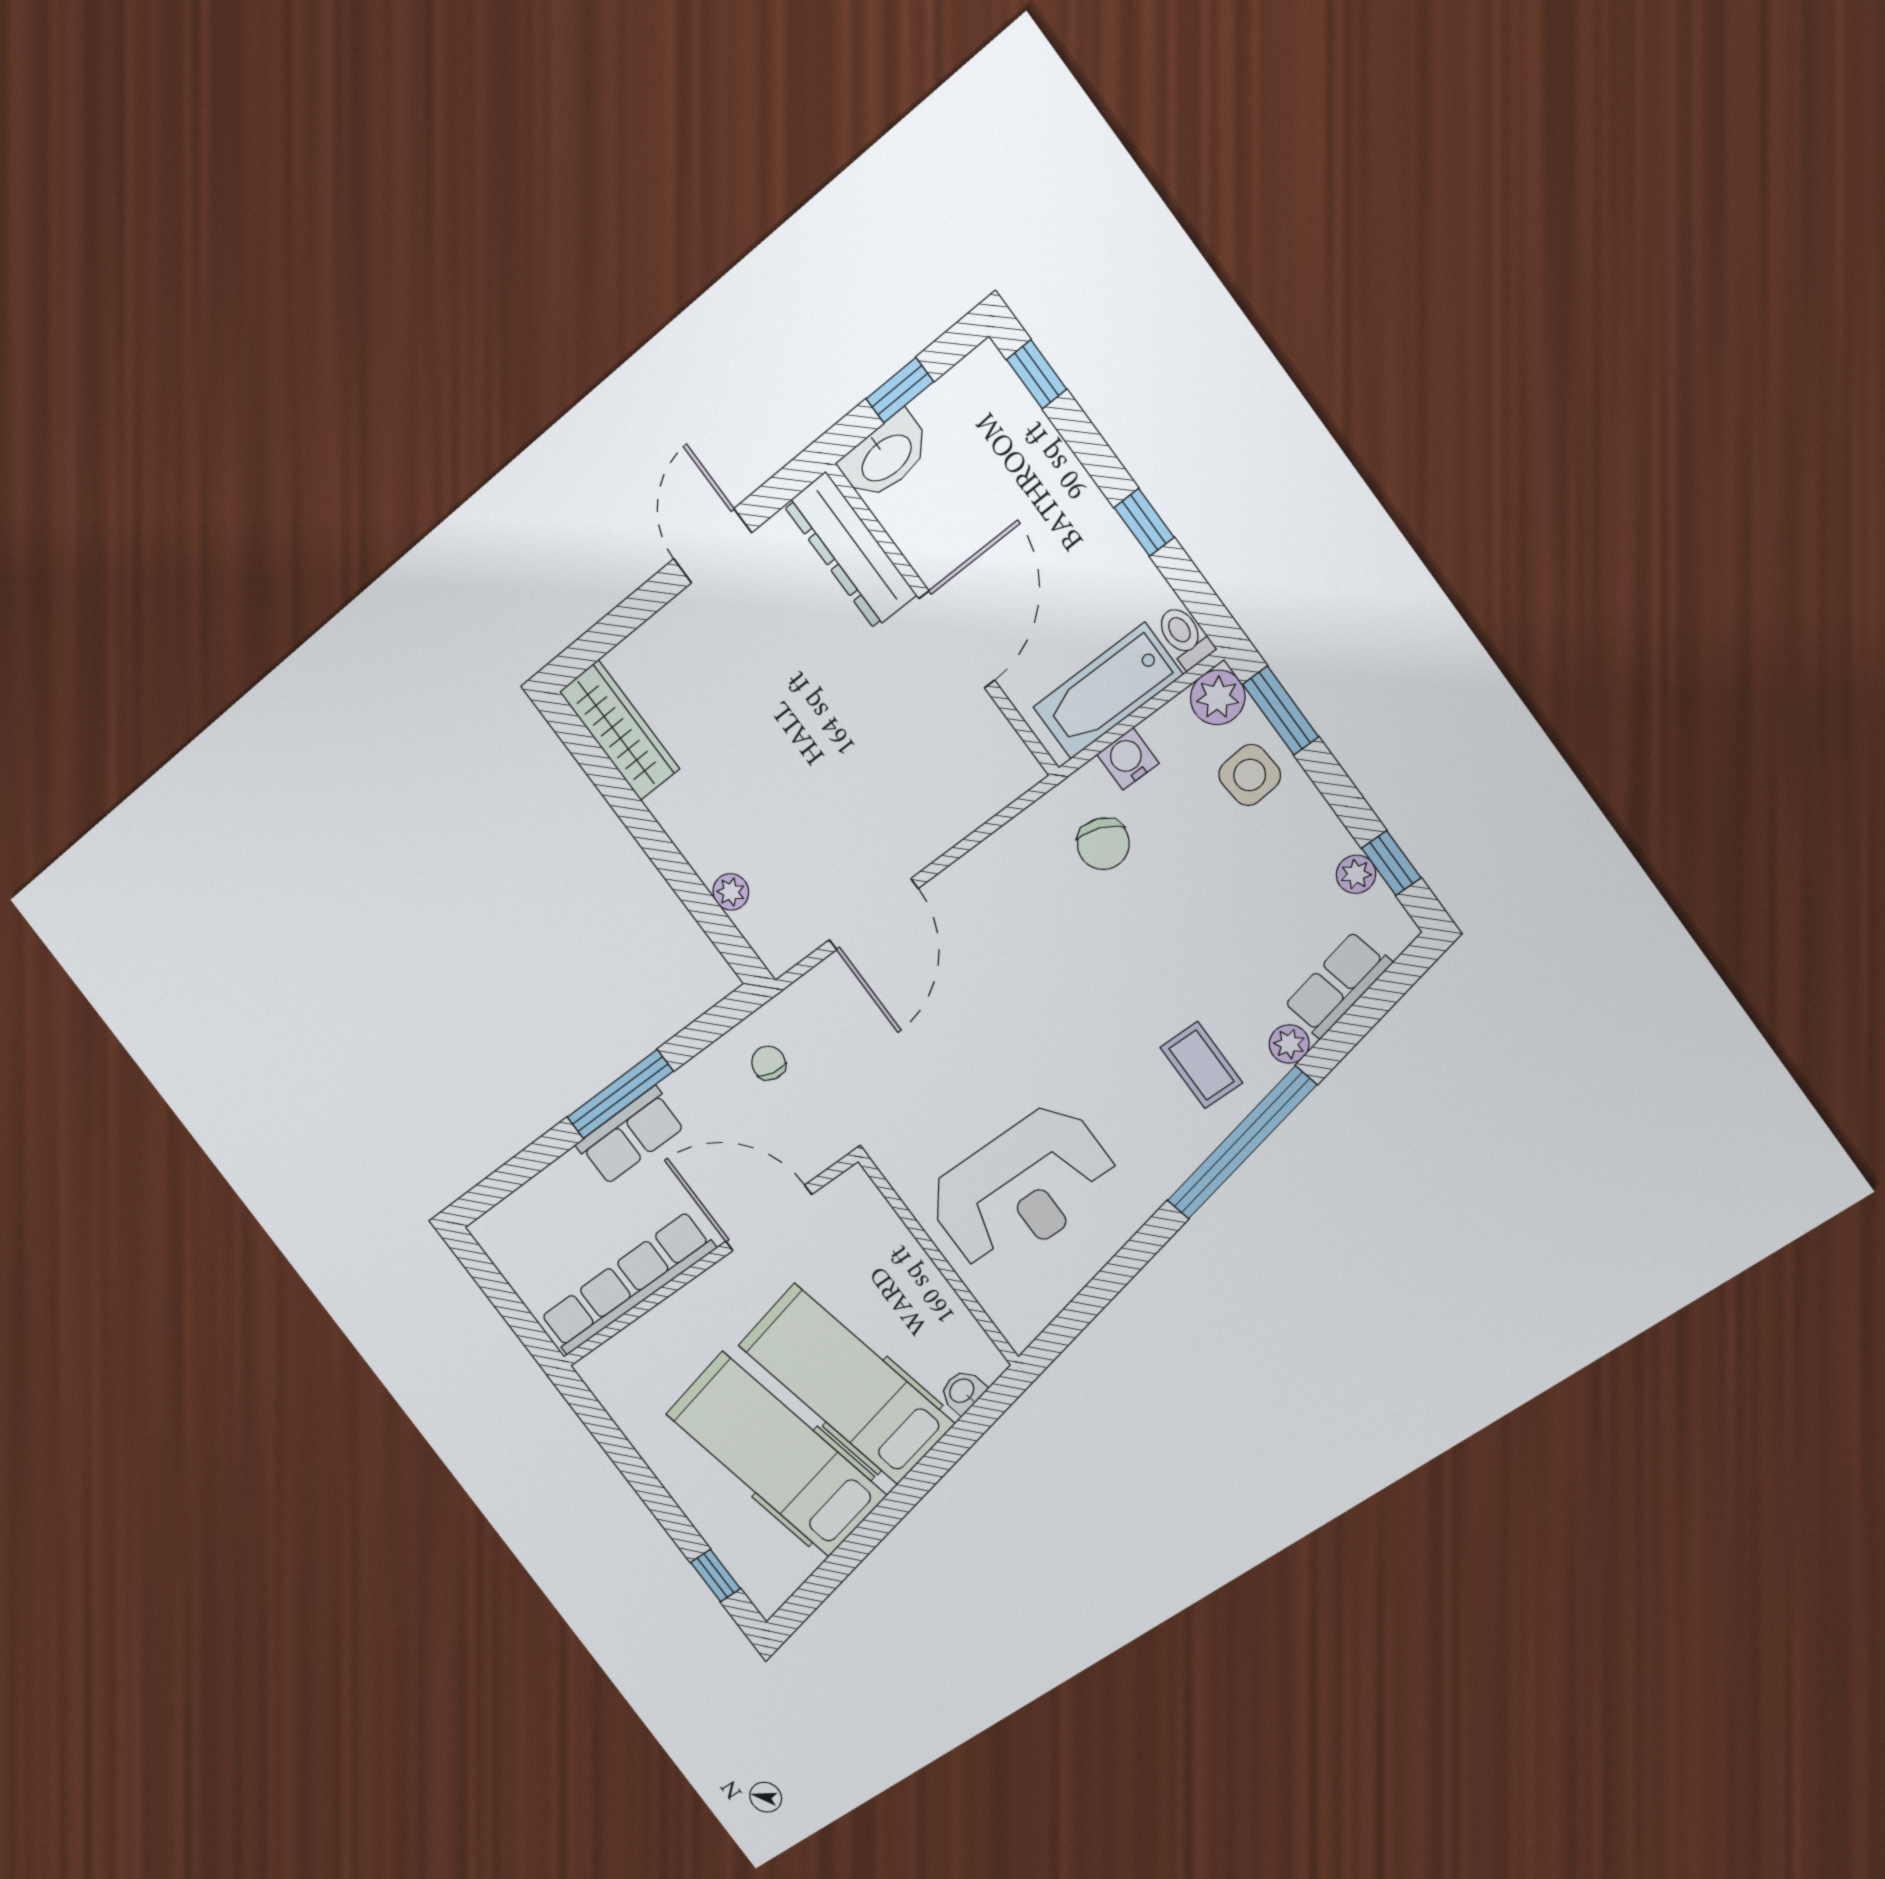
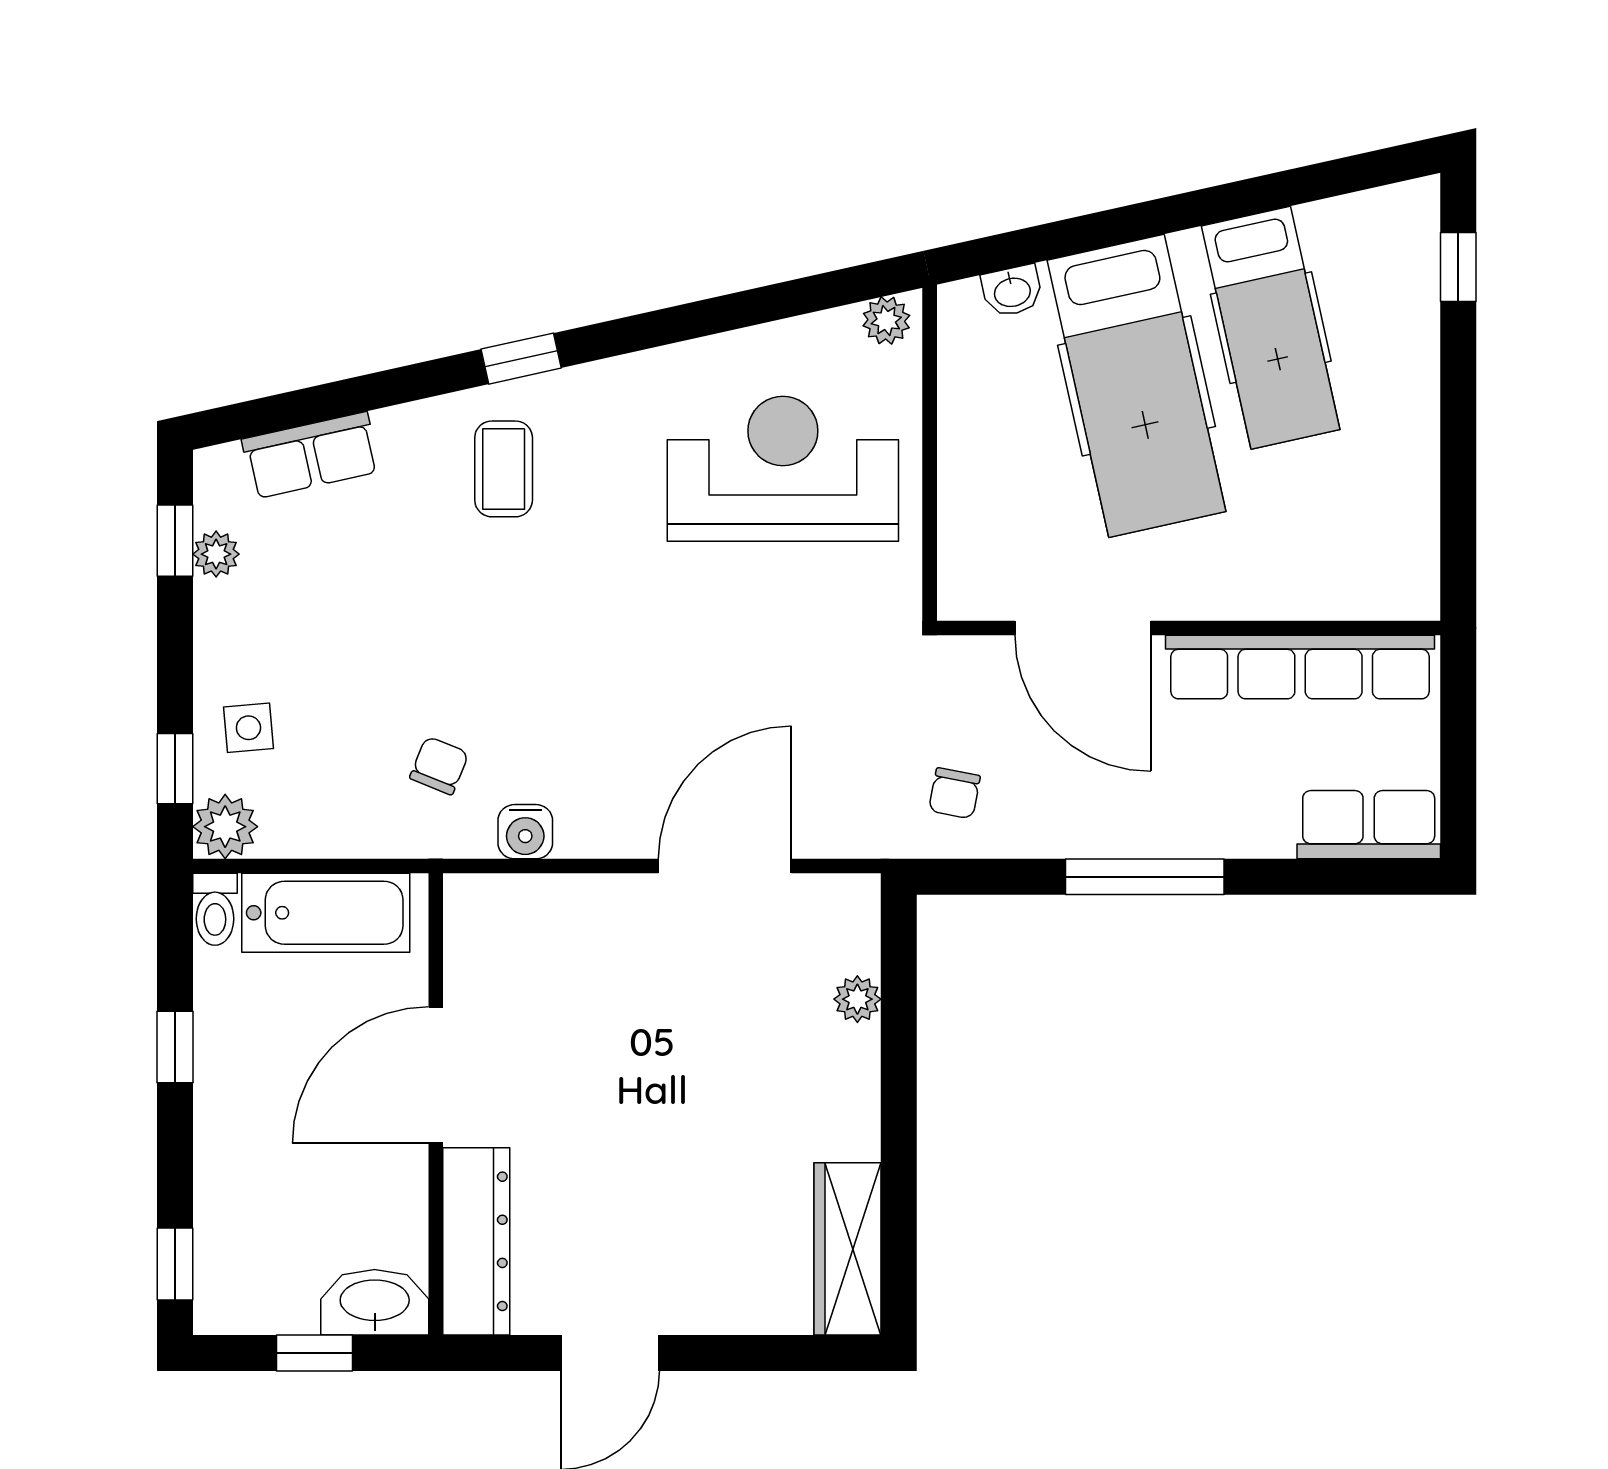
window: (1281, 711) -> (175, 769), width x0.67
water cooler: (1128, 759) -> (525, 832), moved
side table: (1250, 775) -> (248, 728), width x0.73, depth x0.73
chair: (1103, 844) -> (439, 766), width x0.73, depth x0.73
plant: (1289, 1044) -> (886, 321), moved
row of seats: (630, 1136) -> (1369, 825), moved
window: (1241, 1143) -> (521, 359), width x0.32
hospital bed: (776, 1454) -> (1271, 328), width x0.73, depth x0.78

